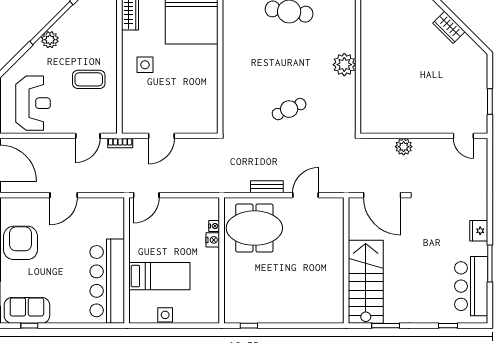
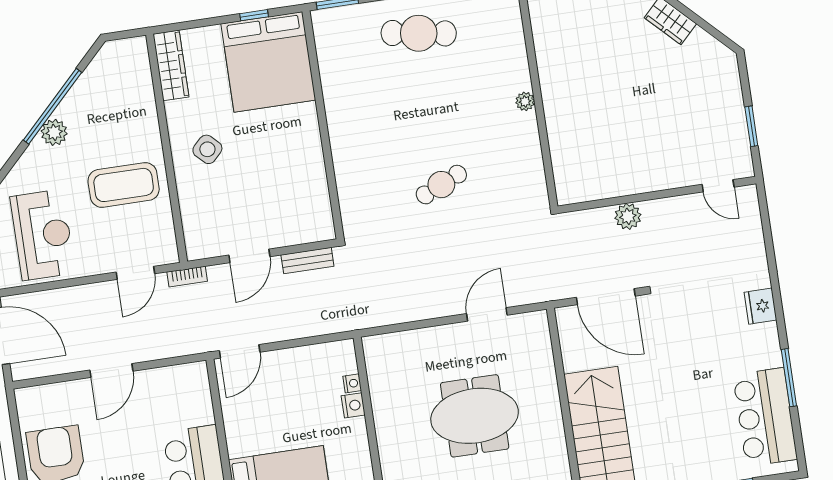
side table: (145, 65) -> (207, 149), turned 45
plant: (344, 65) -> (525, 101), width x0.53, depth x0.53
coffee table: (89, 79) -> (124, 185), width x1.36, depth x1.32
bench: (267, 187) -> (307, 260), moved
meeting table: (254, 228) -> (475, 416), moved
fridge: (479, 231) -> (760, 306), moved

